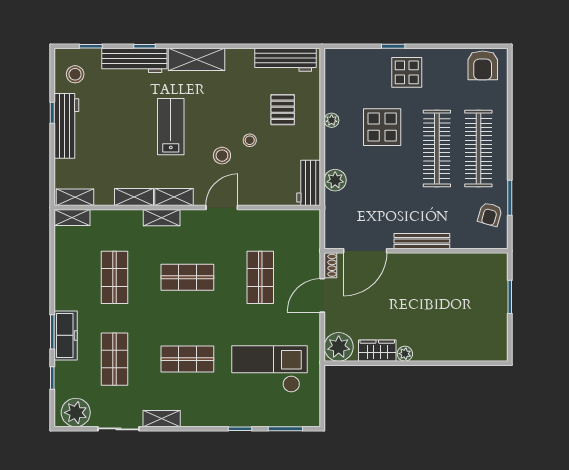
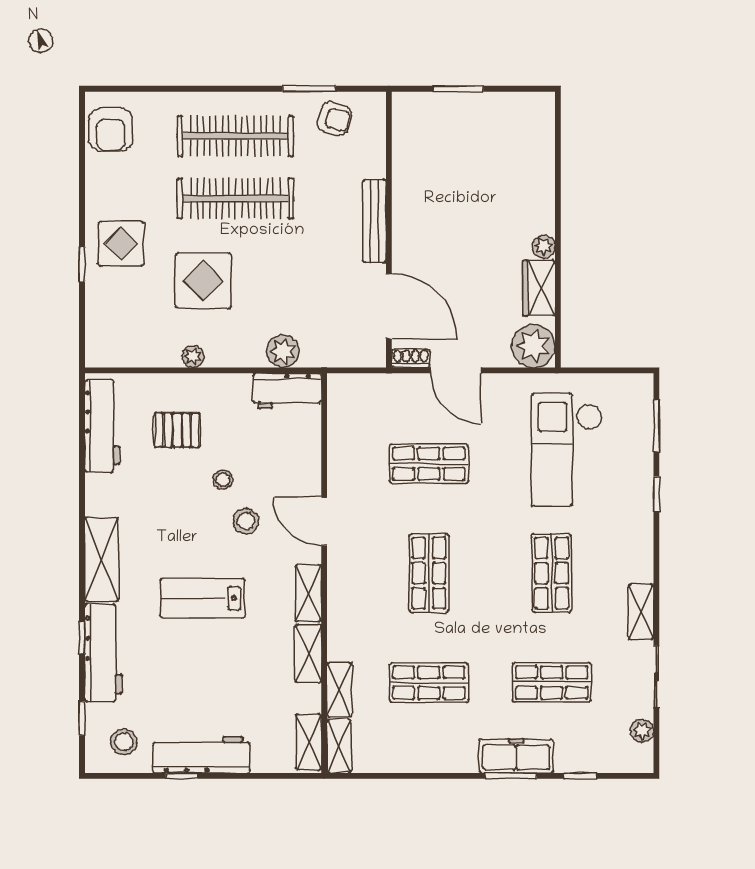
armchair: (483, 65) -> (111, 130), turned 90
shelving: (162, 218) -> (339, 690), moved
plant: (76, 413) -> (642, 731), width x0.53, depth x0.53

